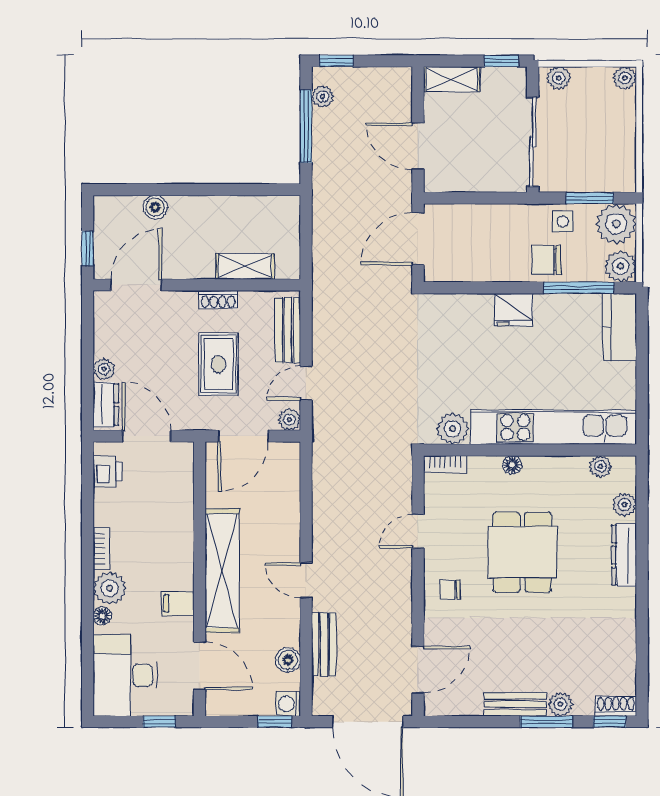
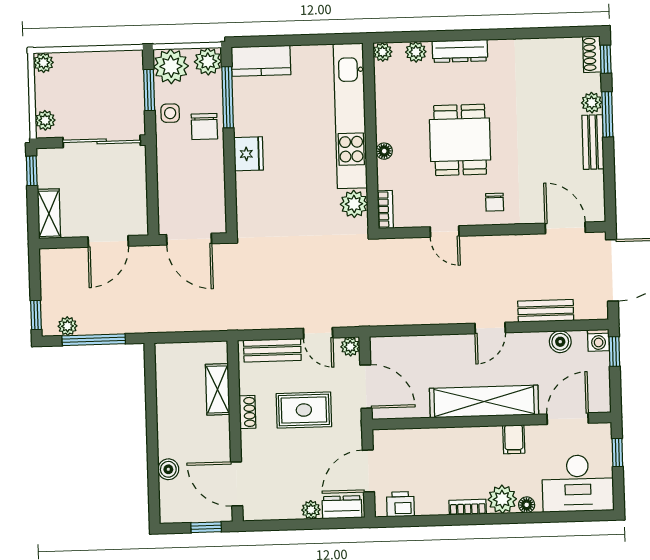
plant: (600, 466) -> (383, 52), moved
dining table: (522, 552) -> (460, 140), turned 90

